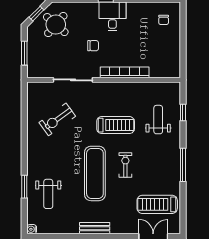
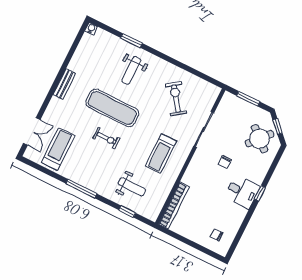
bookcase: (125, 72) -> (174, 205), moved
treadmill: (116, 125) -> (161, 154), moved
weight bench: (48, 194) -> (131, 70), moved, turned -90

